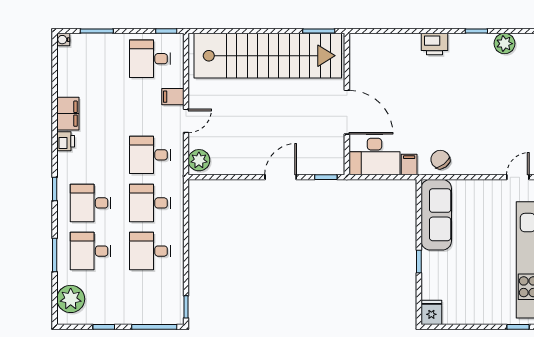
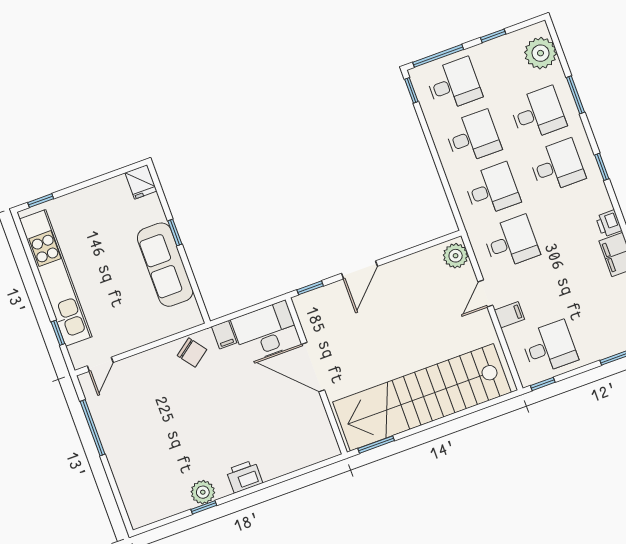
plant: (505, 44) -> (203, 492), moved
sofa: (436, 215) -> (165, 265), moved
desk: (150, 299) -> (454, 84), added

